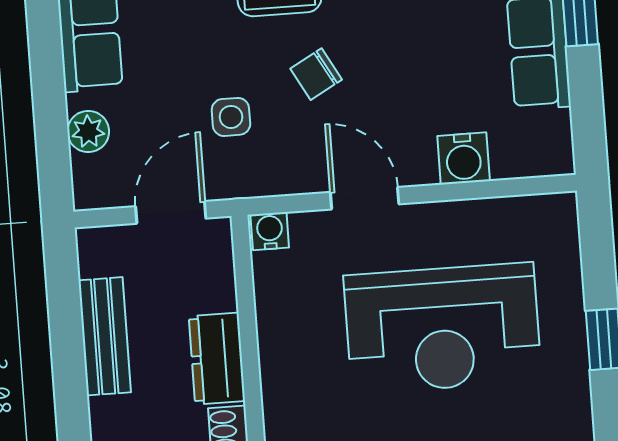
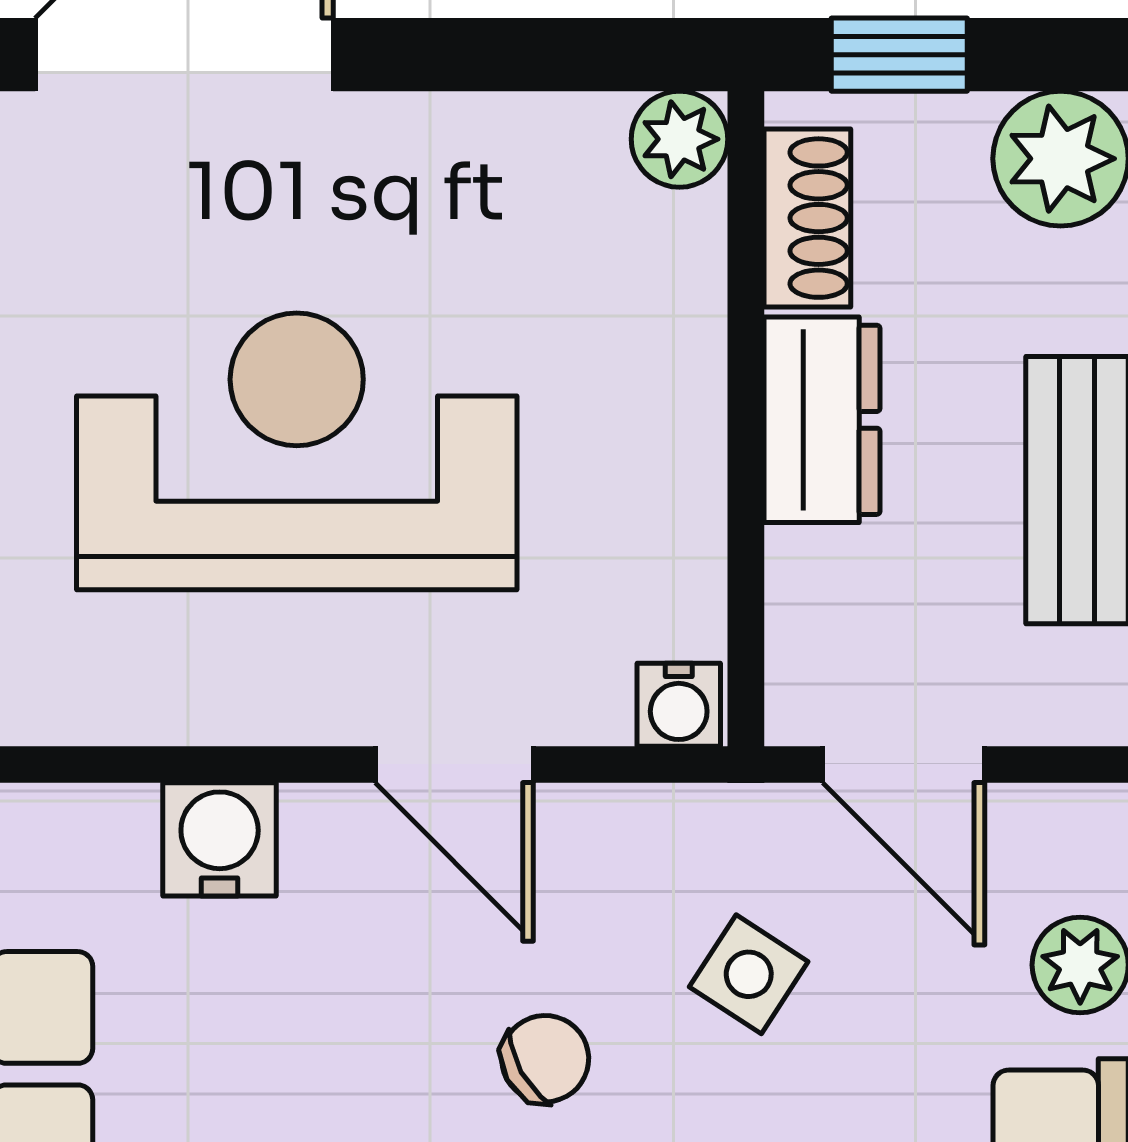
side table: (231, 117) -> (749, 974), turned 33
door: (171, 212) -> (904, 764), hinge flipped

